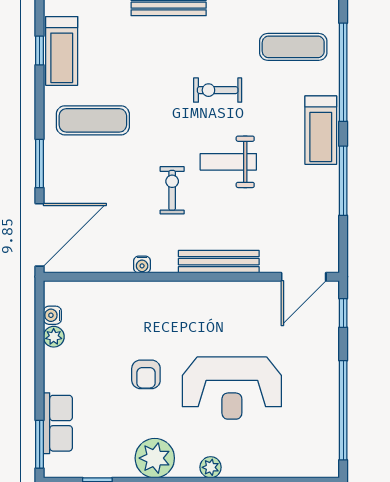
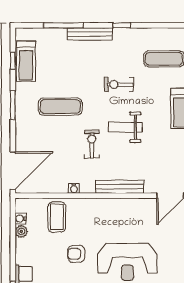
exercise mat: (93, 120) -> (60, 107), moved
window: (40, 164) -> (13, 105), moved
coffee table: (113, 312) -> (57, 217), added
armchair: (146, 374) -> (76, 254), turned 90

